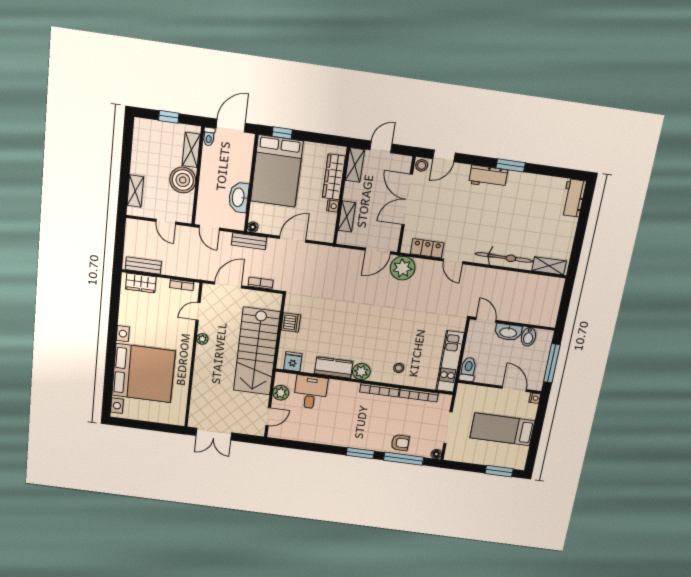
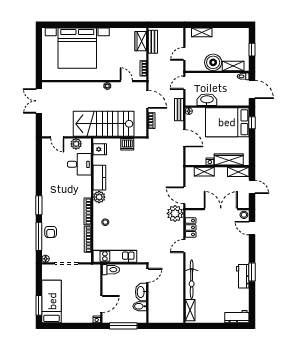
workbench: (488, 177) -> (243, 276), moved
bed: (502, 429) -> (52, 301), moved

